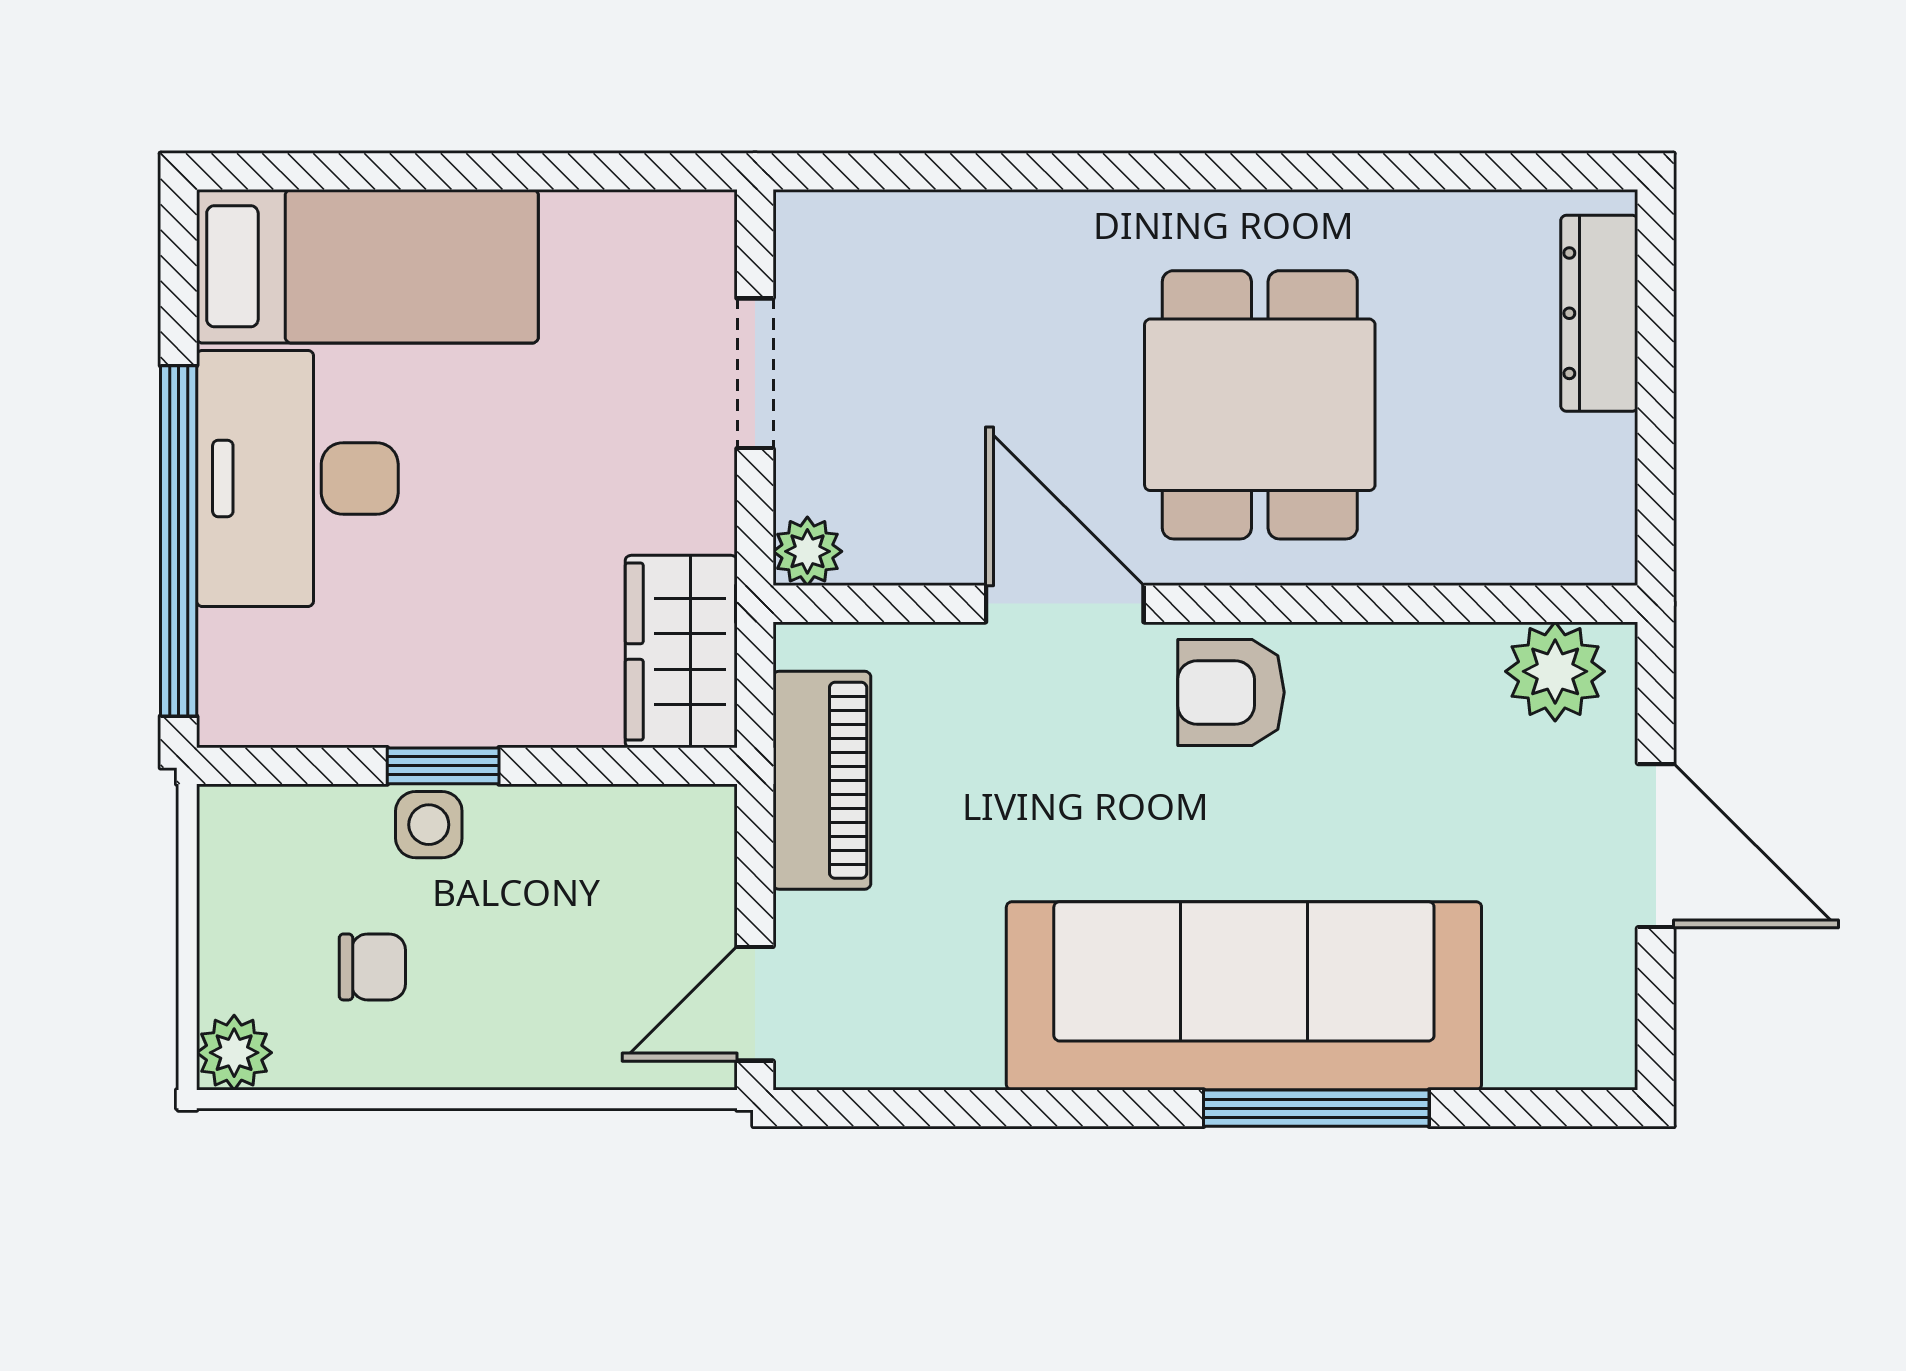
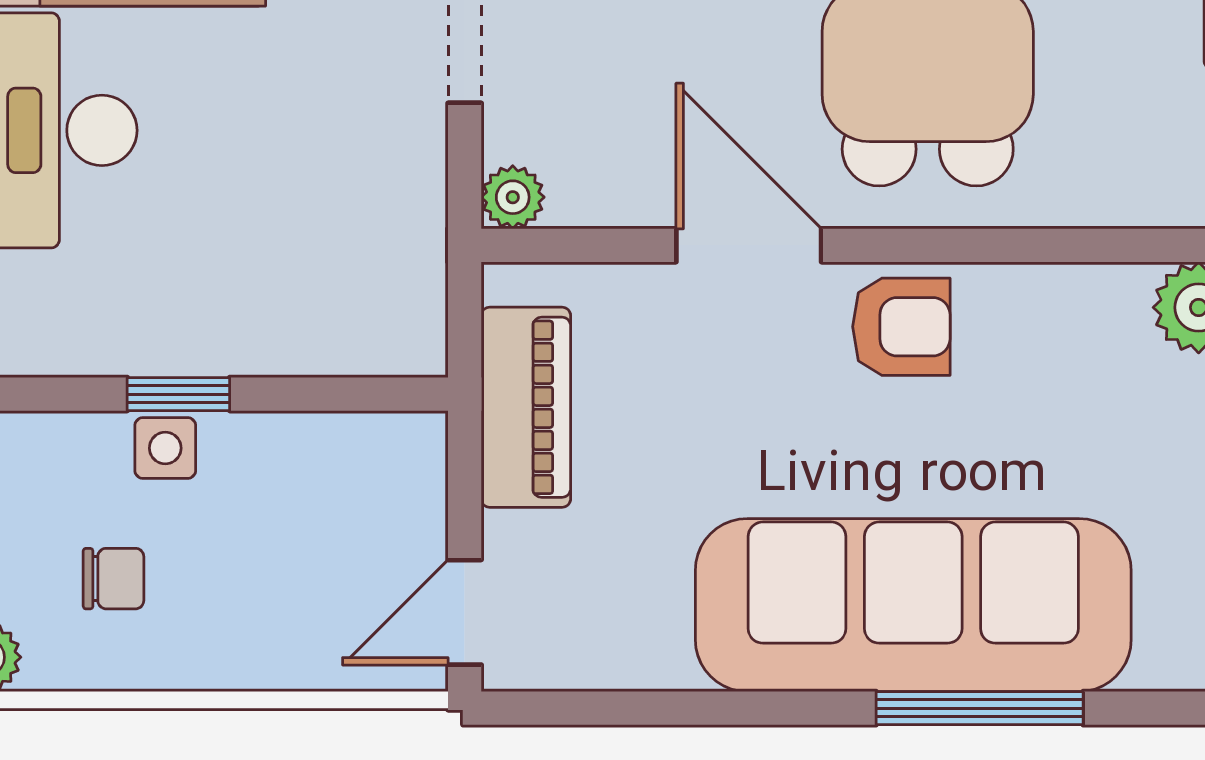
wardrobe: (681, 652) -> (397, 289), removed
armchair: (1231, 692) -> (901, 327), turned 180

